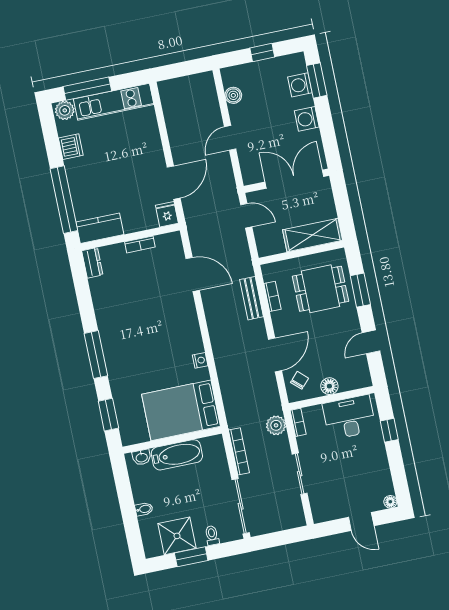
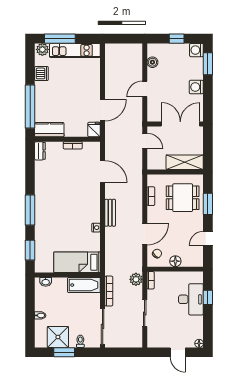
washing machine: (300, 85) -> (196, 50), moved
bench: (252, 298) -> (110, 213), moved
bed: (181, 410) -> (77, 262), width x0.67
desk: (349, 417) -> (191, 299), moved, turned 90
bathtub: (177, 455) -> (84, 285), moved

